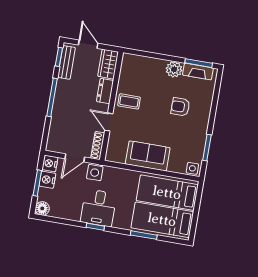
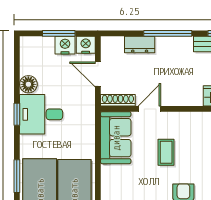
dresser: (105, 91) -> (140, 45), moved, turned 180
coffee table: (129, 101) -> (166, 152), moved
sofa: (148, 156) -> (116, 138), moved
side table: (95, 173) -> (84, 102), removed
floor lamp: (42, 208) -> (28, 84), moved

